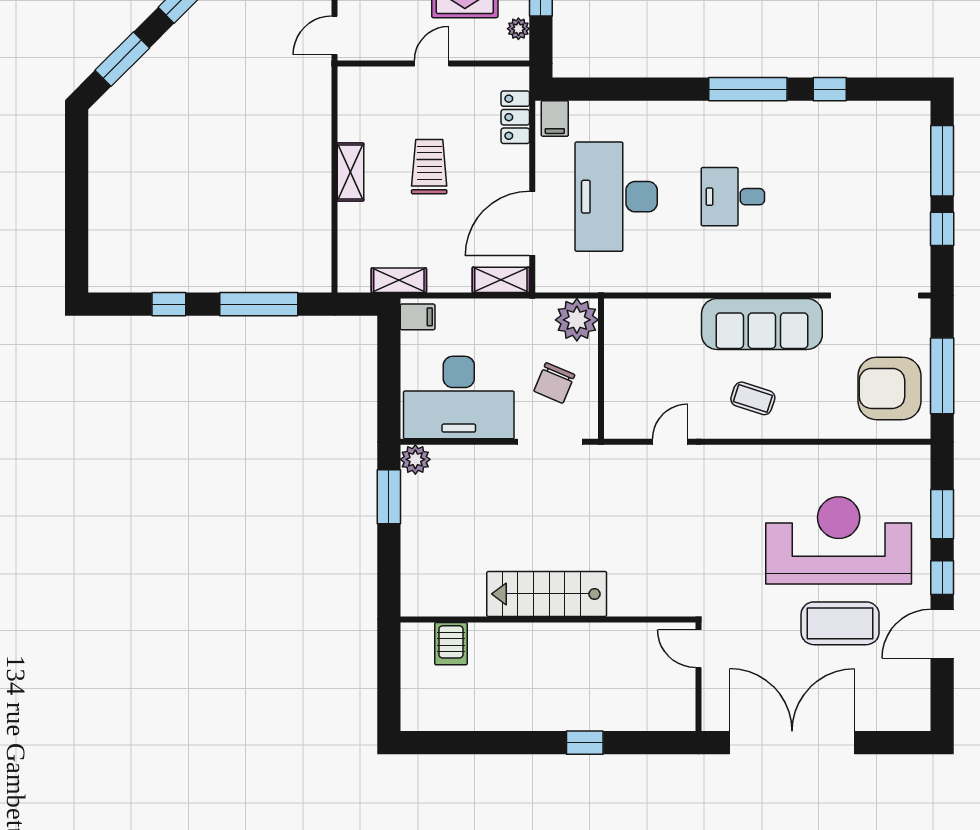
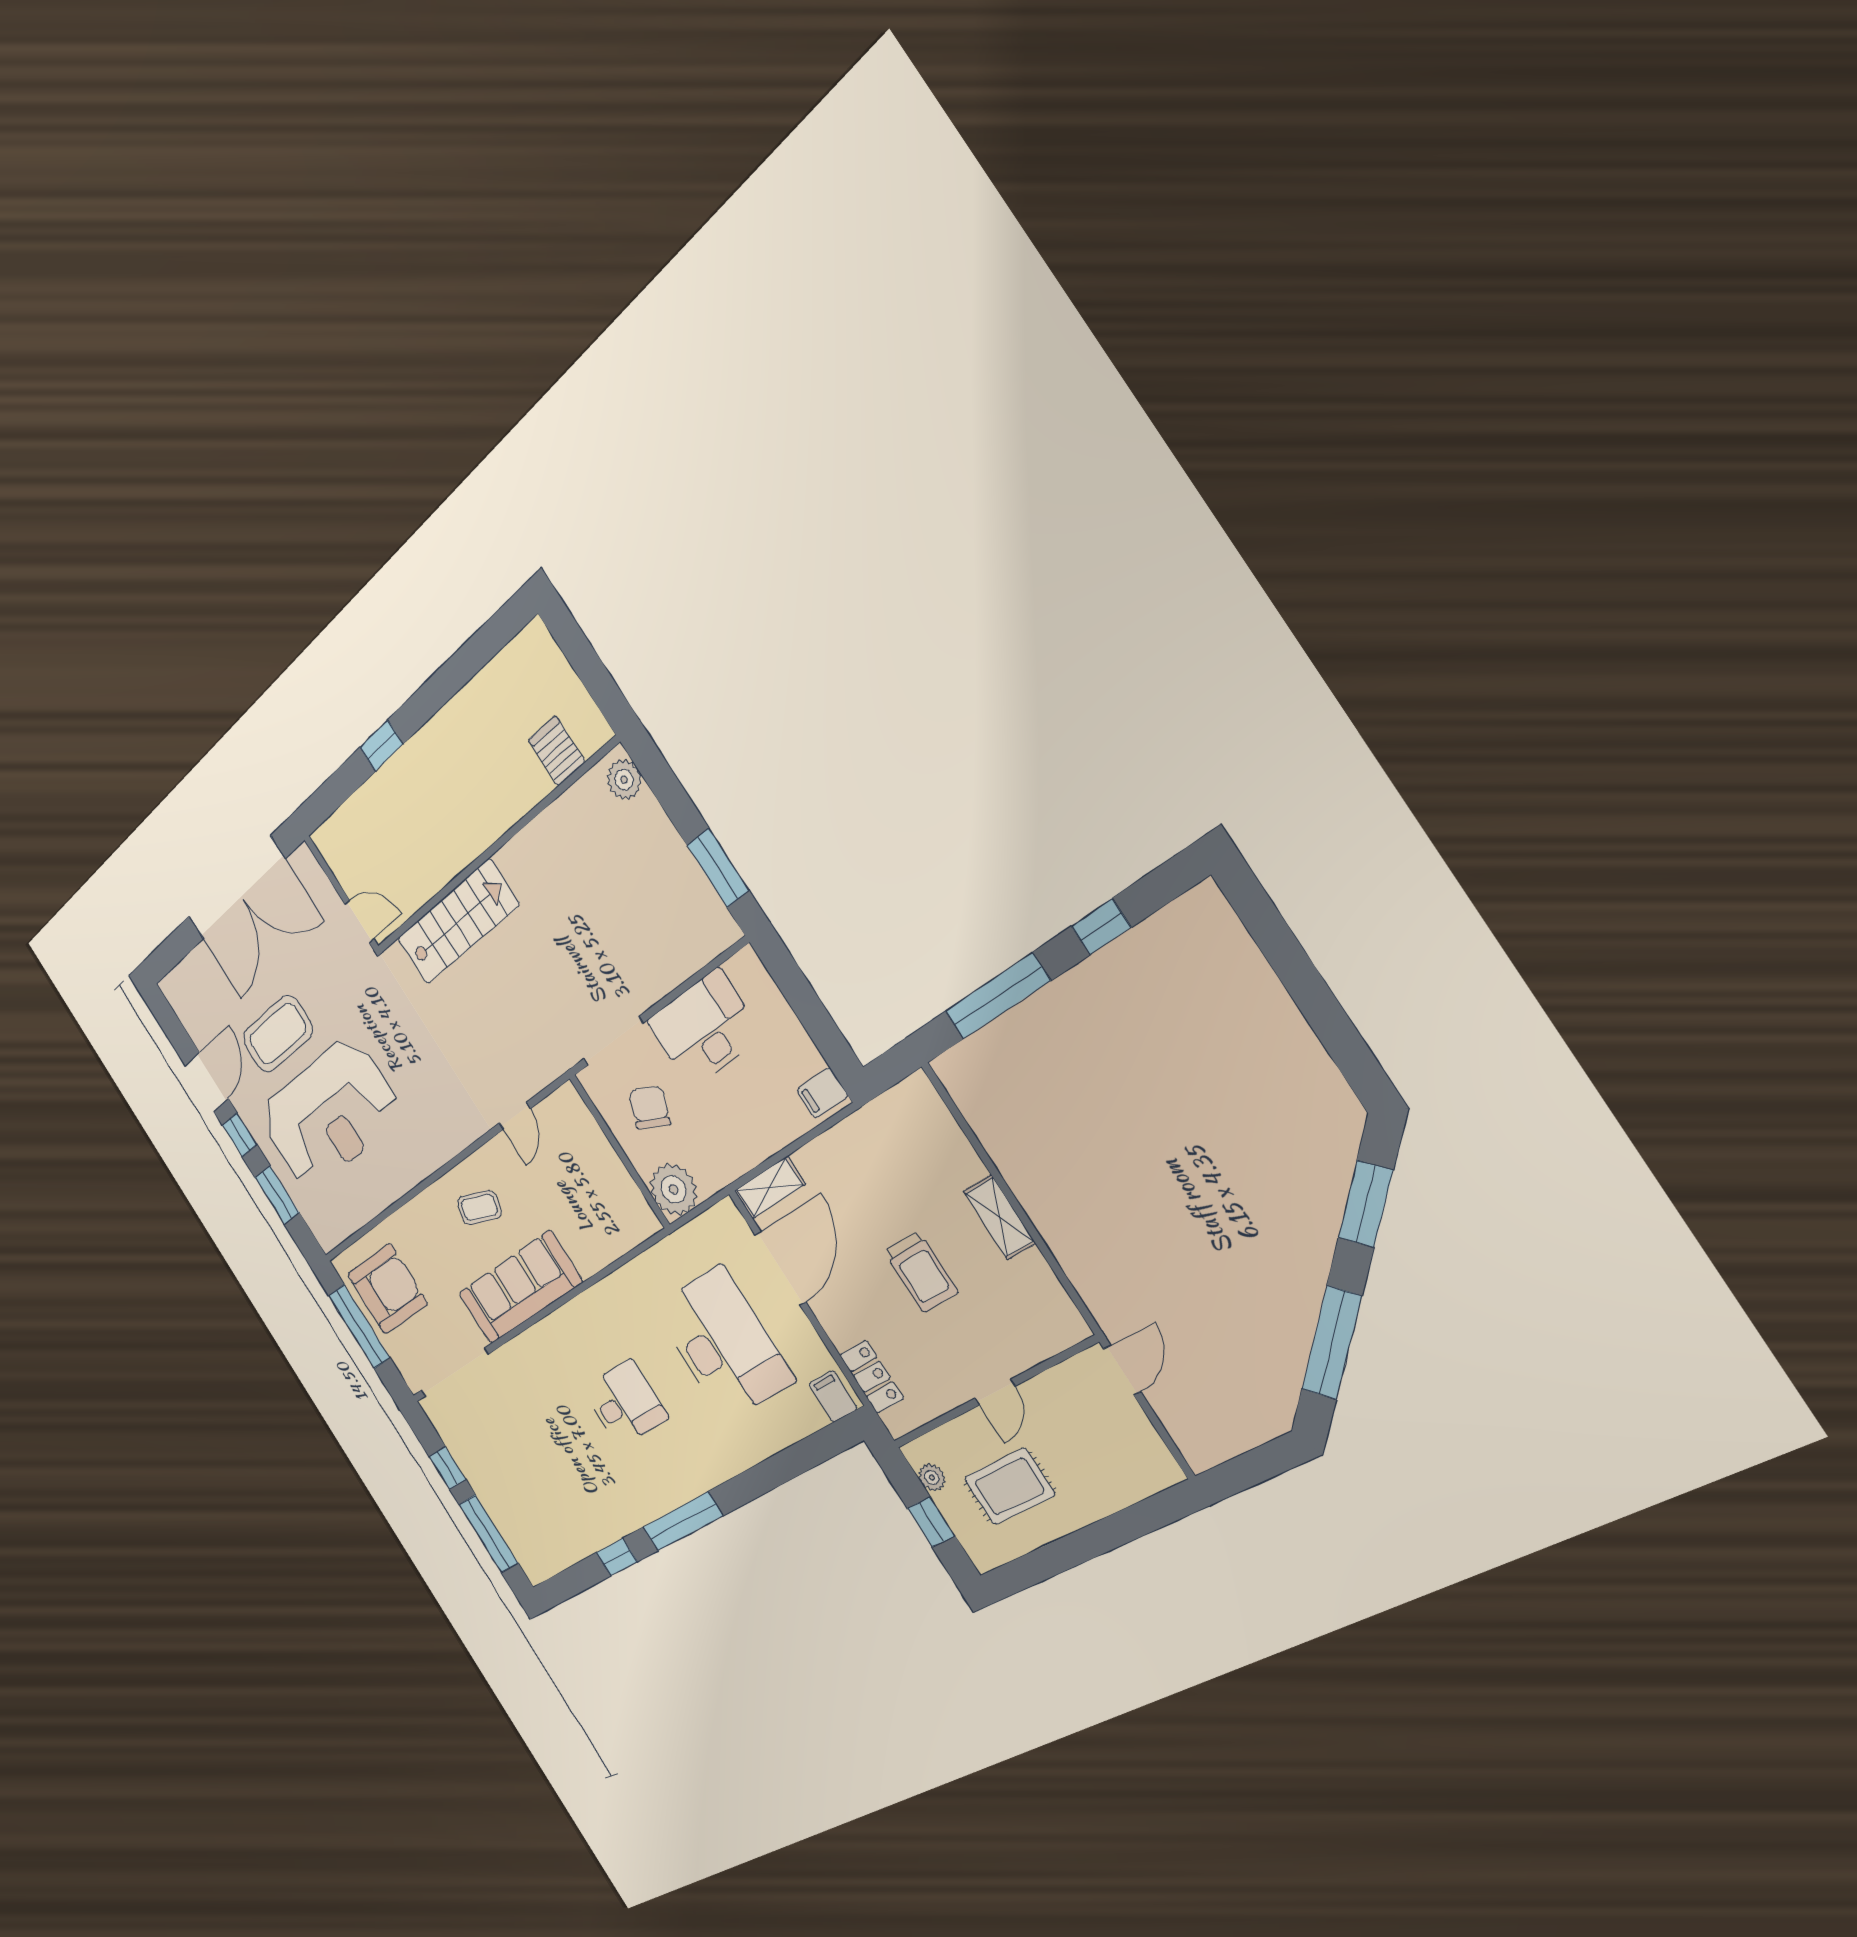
shelving: (399, 280) -> (868, 1122), removed
desk: (459, 398) -> (704, 1029), width x0.73, depth x0.77
plant: (415, 459) -> (624, 780), moved
stairs: (547, 594) -> (458, 922), moved

